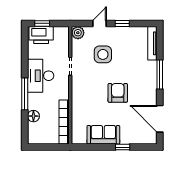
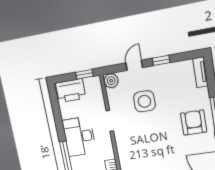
window: (42, 23) -> (84, 74), moved
tv unit: (152, 43) -> (200, 72), width x0.71
armchair: (118, 93) -> (194, 123), moved

